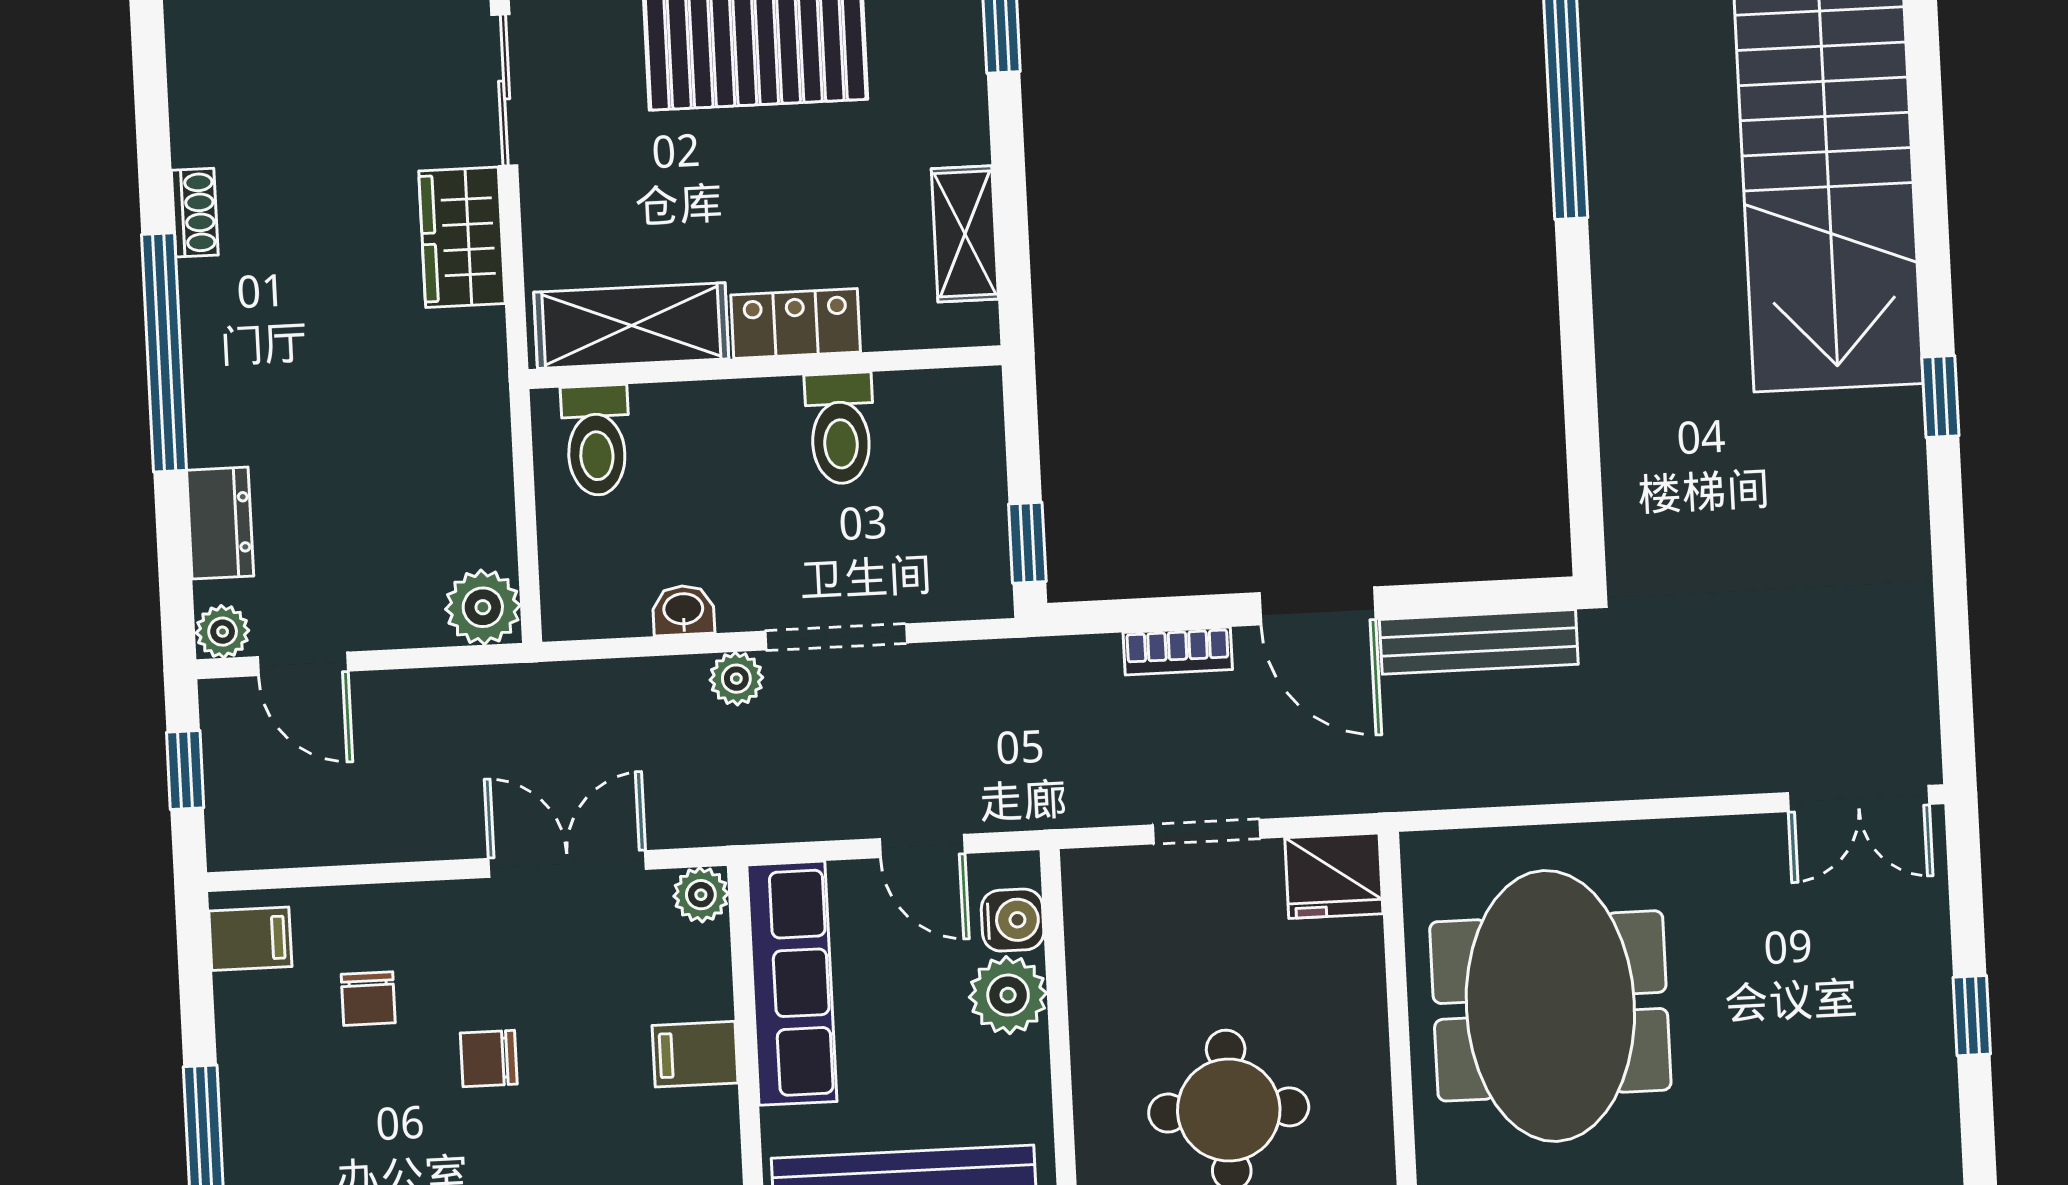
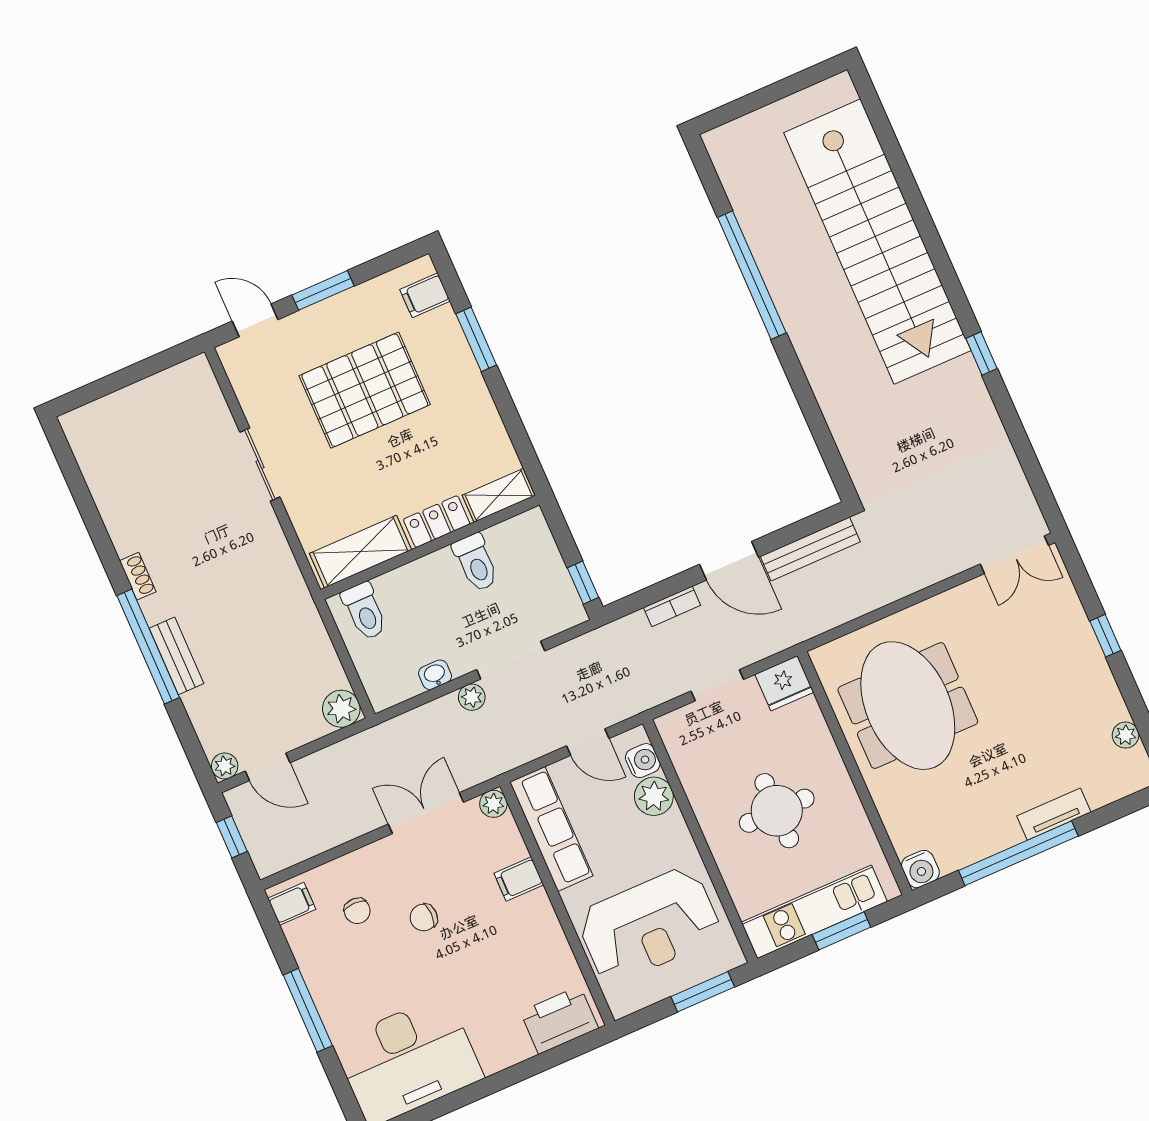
shelving: (965, 234) -> (499, 495), moved, turned 90
wardrobe: (462, 237) -> (266, 540), removed
bench: (211, 390) -> (176, 656), added
dresser: (220, 523) -> (204, 716), removed

